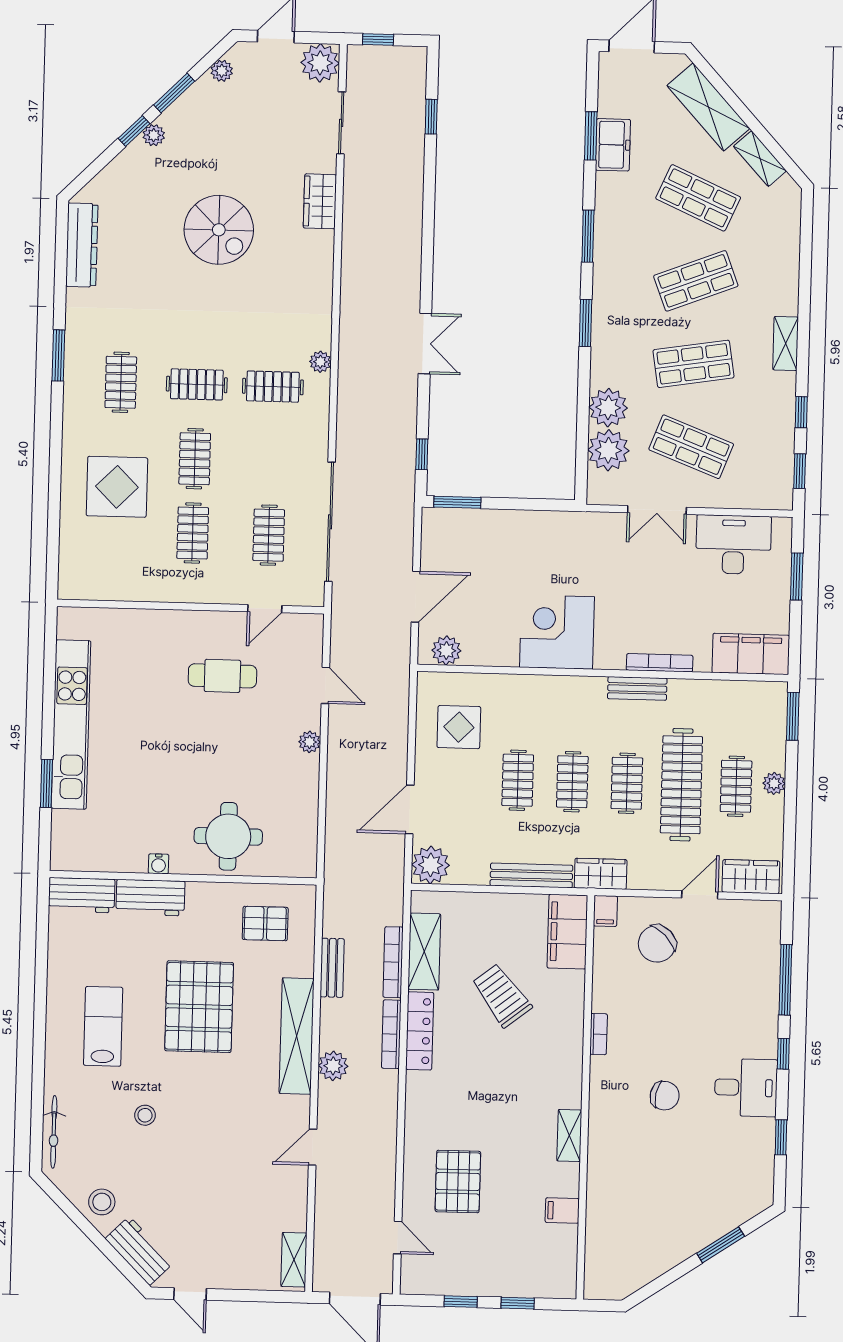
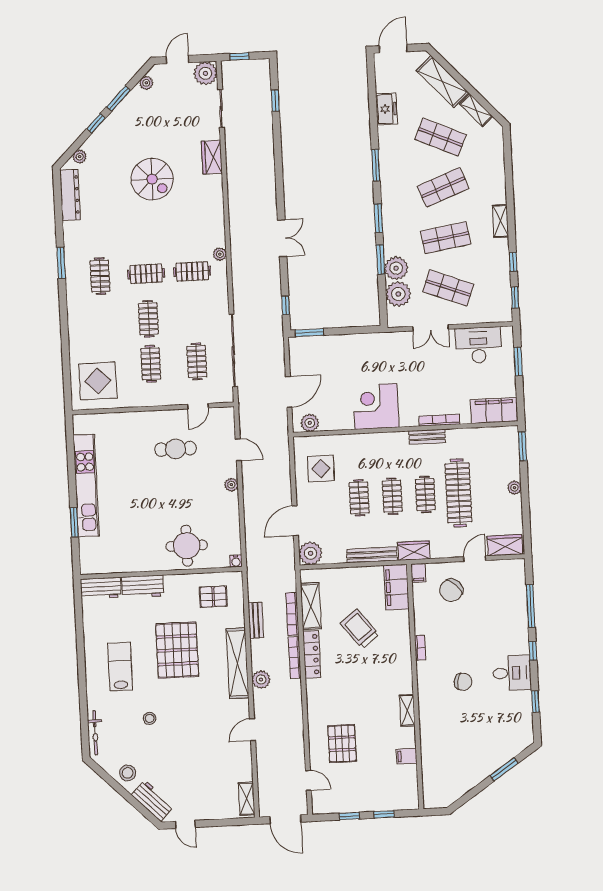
plant: (154, 135) -> (80, 157), moved
window: (591, 136) -> (381, 260), moved
display table: (117, 487) -> (98, 381), moved
clothes rail: (736, 786) -> (492, 491), removed
water cooler: (159, 864) -> (236, 561), moved

